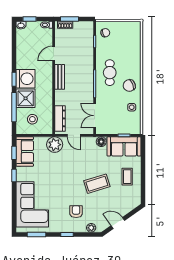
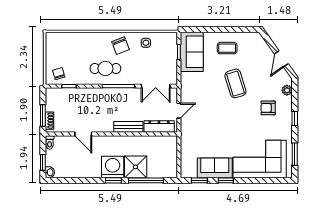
bench: (60, 77) -> (128, 127), moved
stool: (32, 119) -> (160, 159), removed
floor lamp: (101, 142) -> (186, 78), removed
plant: (55, 145) -> (190, 133), removed
sofa: (25, 152) -> (215, 168), moved

